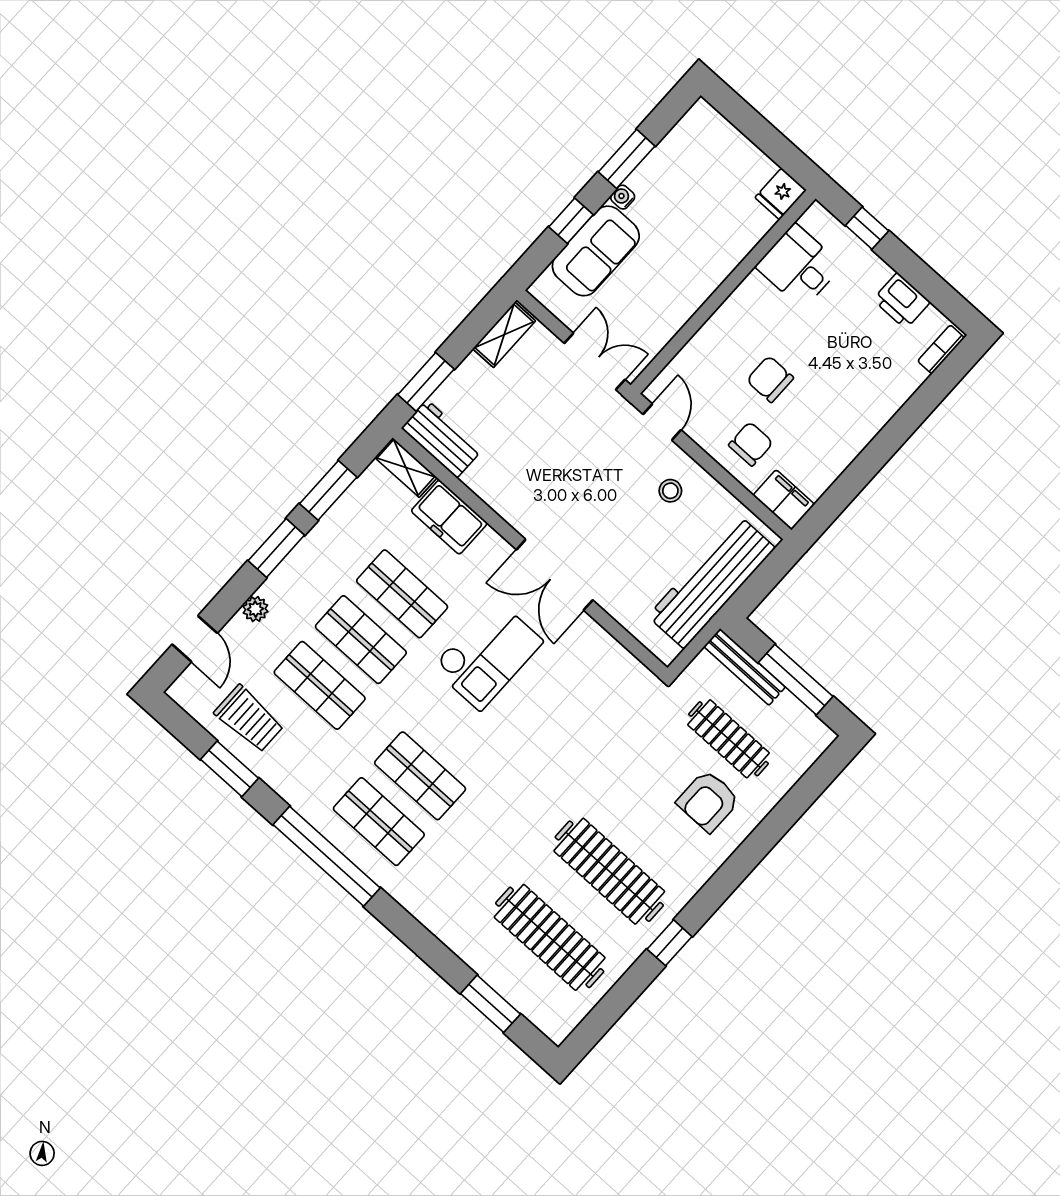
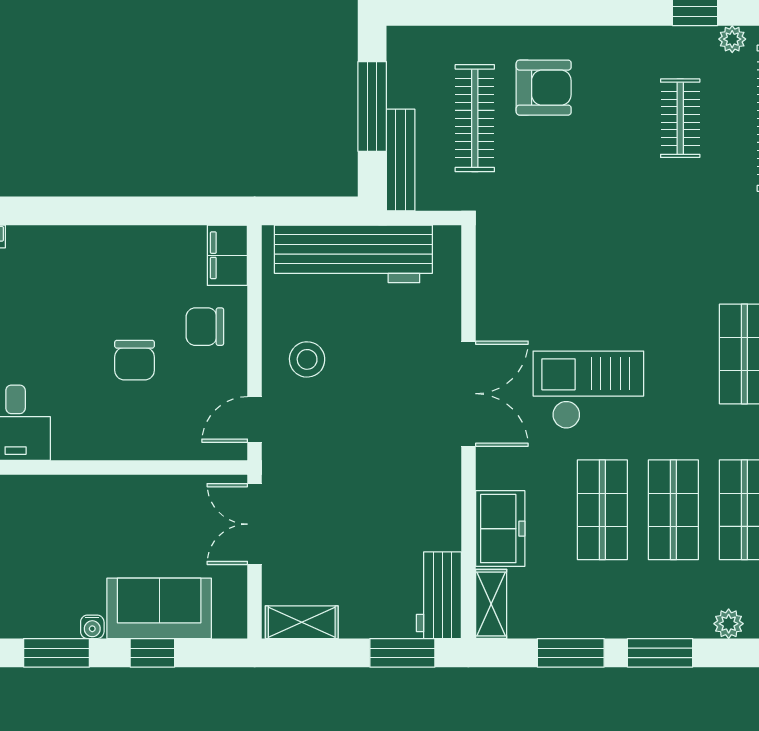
stool: (670, 491) -> (307, 359), width x1.37, depth x1.37
clothes rail: (609, 871) -> (680, 118), width x0.54, depth x0.76
plant: (630, 951) -> (732, 39), added

